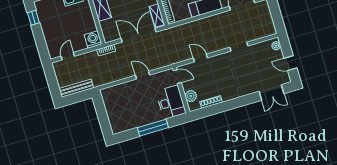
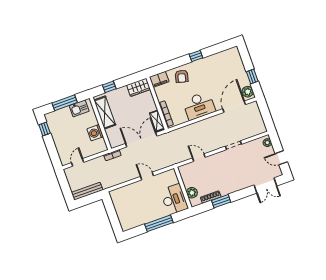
washing machine: (93, 39) -> (95, 133), moved, turned -90
door: (177, 77) -> (179, 176), removed
window: (222, 107) -> (221, 201), added

